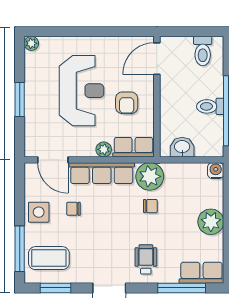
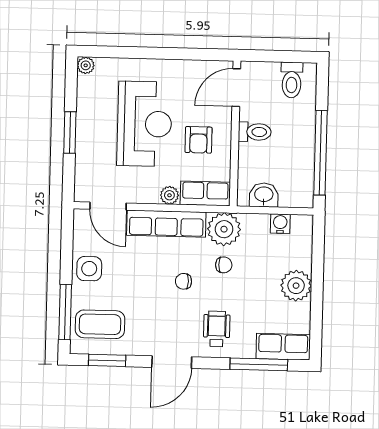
toilet: (210, 106) -> (255, 132), moved, turned 180
water cooler: (216, 171) -> (280, 224), moved
chair: (74, 209) -> (183, 281), moved

